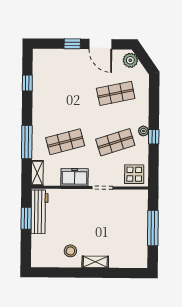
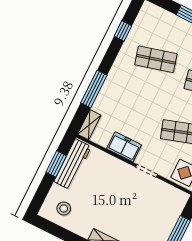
shop shelf: (65, 142) -> (156, 59), moved
stool: (70, 251) -> (64, 208), moved

